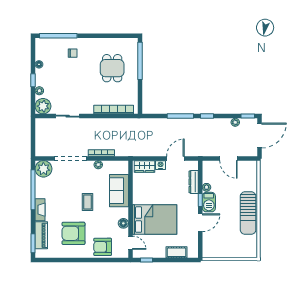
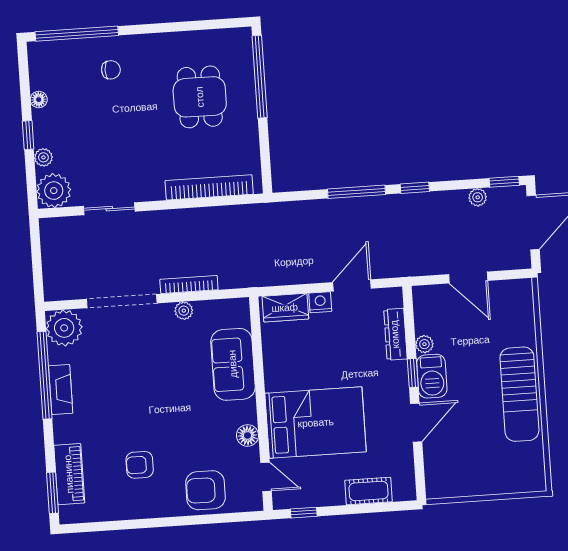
coffee table: (87, 202) -> (166, 394), removed
fireplace: (40, 210) -> (61, 389), moved
armchair: (73, 233) -> (140, 465), width x0.53, depth x0.53

